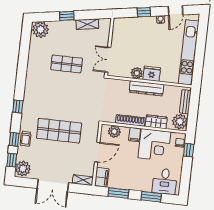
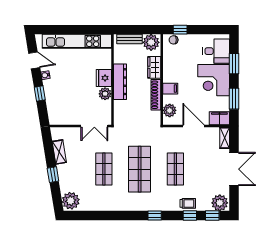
shop shelf: (63, 97) -> (140, 169), added
shop shelf: (59, 131) -> (175, 169), width x0.70, depth x0.74
corner desk: (154, 145) -> (214, 80), moved, turned 180

